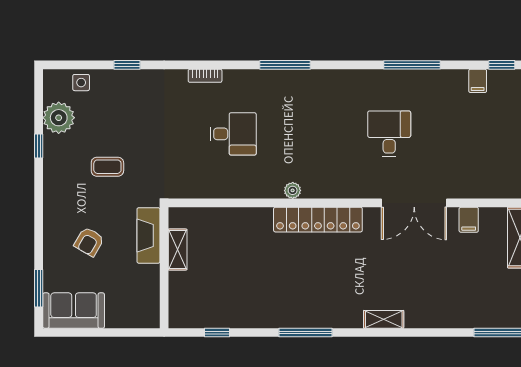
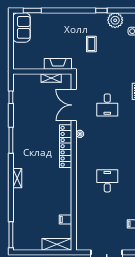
desk: (389, 134) -> (107, 181), turned -90
double door: (414, 203) -> (74, 105), moved
armchair: (89, 242) -> (55, 35), removed

